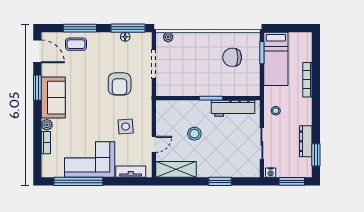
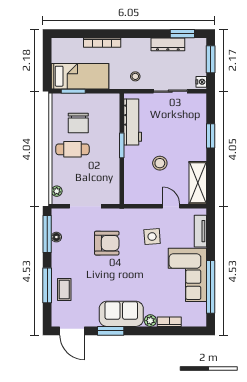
door: (37, 51) -> (72, 331), swing flipped
cafe table: (207, 52) -> (72, 149), added

